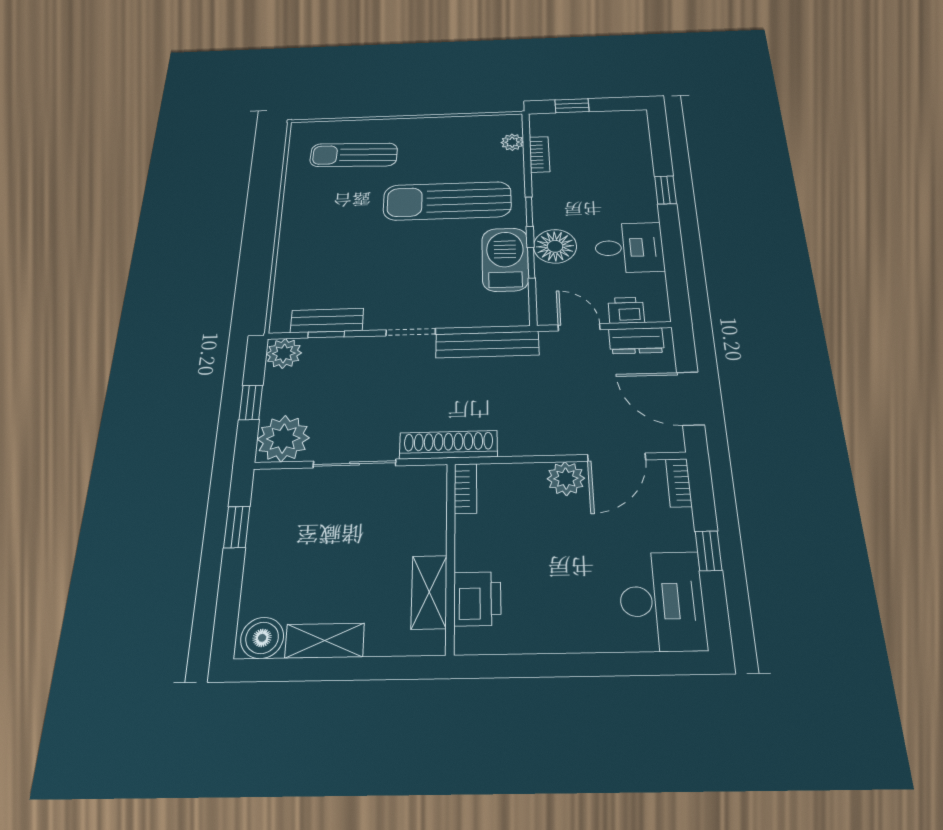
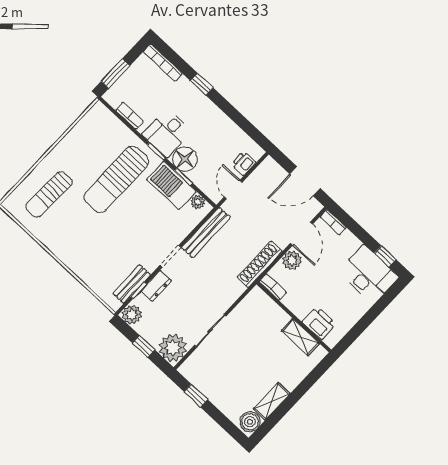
window: (572, 106) -> (116, 73), width x1.50
bookcase: (641, 136) -> (163, 63), added
plant: (512, 142) -> (198, 202), moved
desk: (629, 248) -> (167, 133), moved, turned 180
door: (579, 327) -> (233, 190), hinge flipped
dresser: (636, 341) -> (156, 286), moved
shoe rack: (448, 445) -> (260, 264), moved
bookcase: (466, 489) -> (273, 287), moved
window: (709, 551) -> (385, 256), moved
wall: (450, 555) -> (294, 317), moved
shelving: (429, 592) -> (300, 337), moved
printer: (477, 599) -> (319, 323), moved

